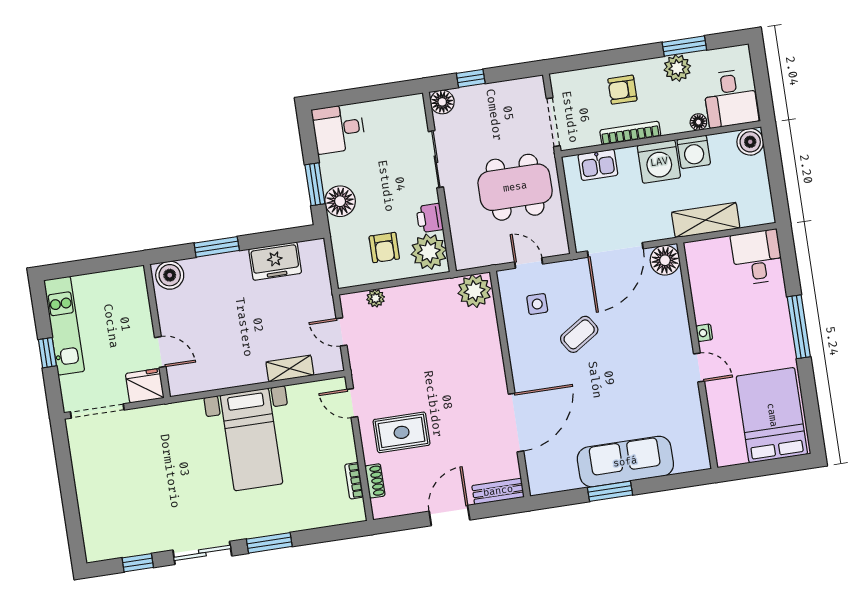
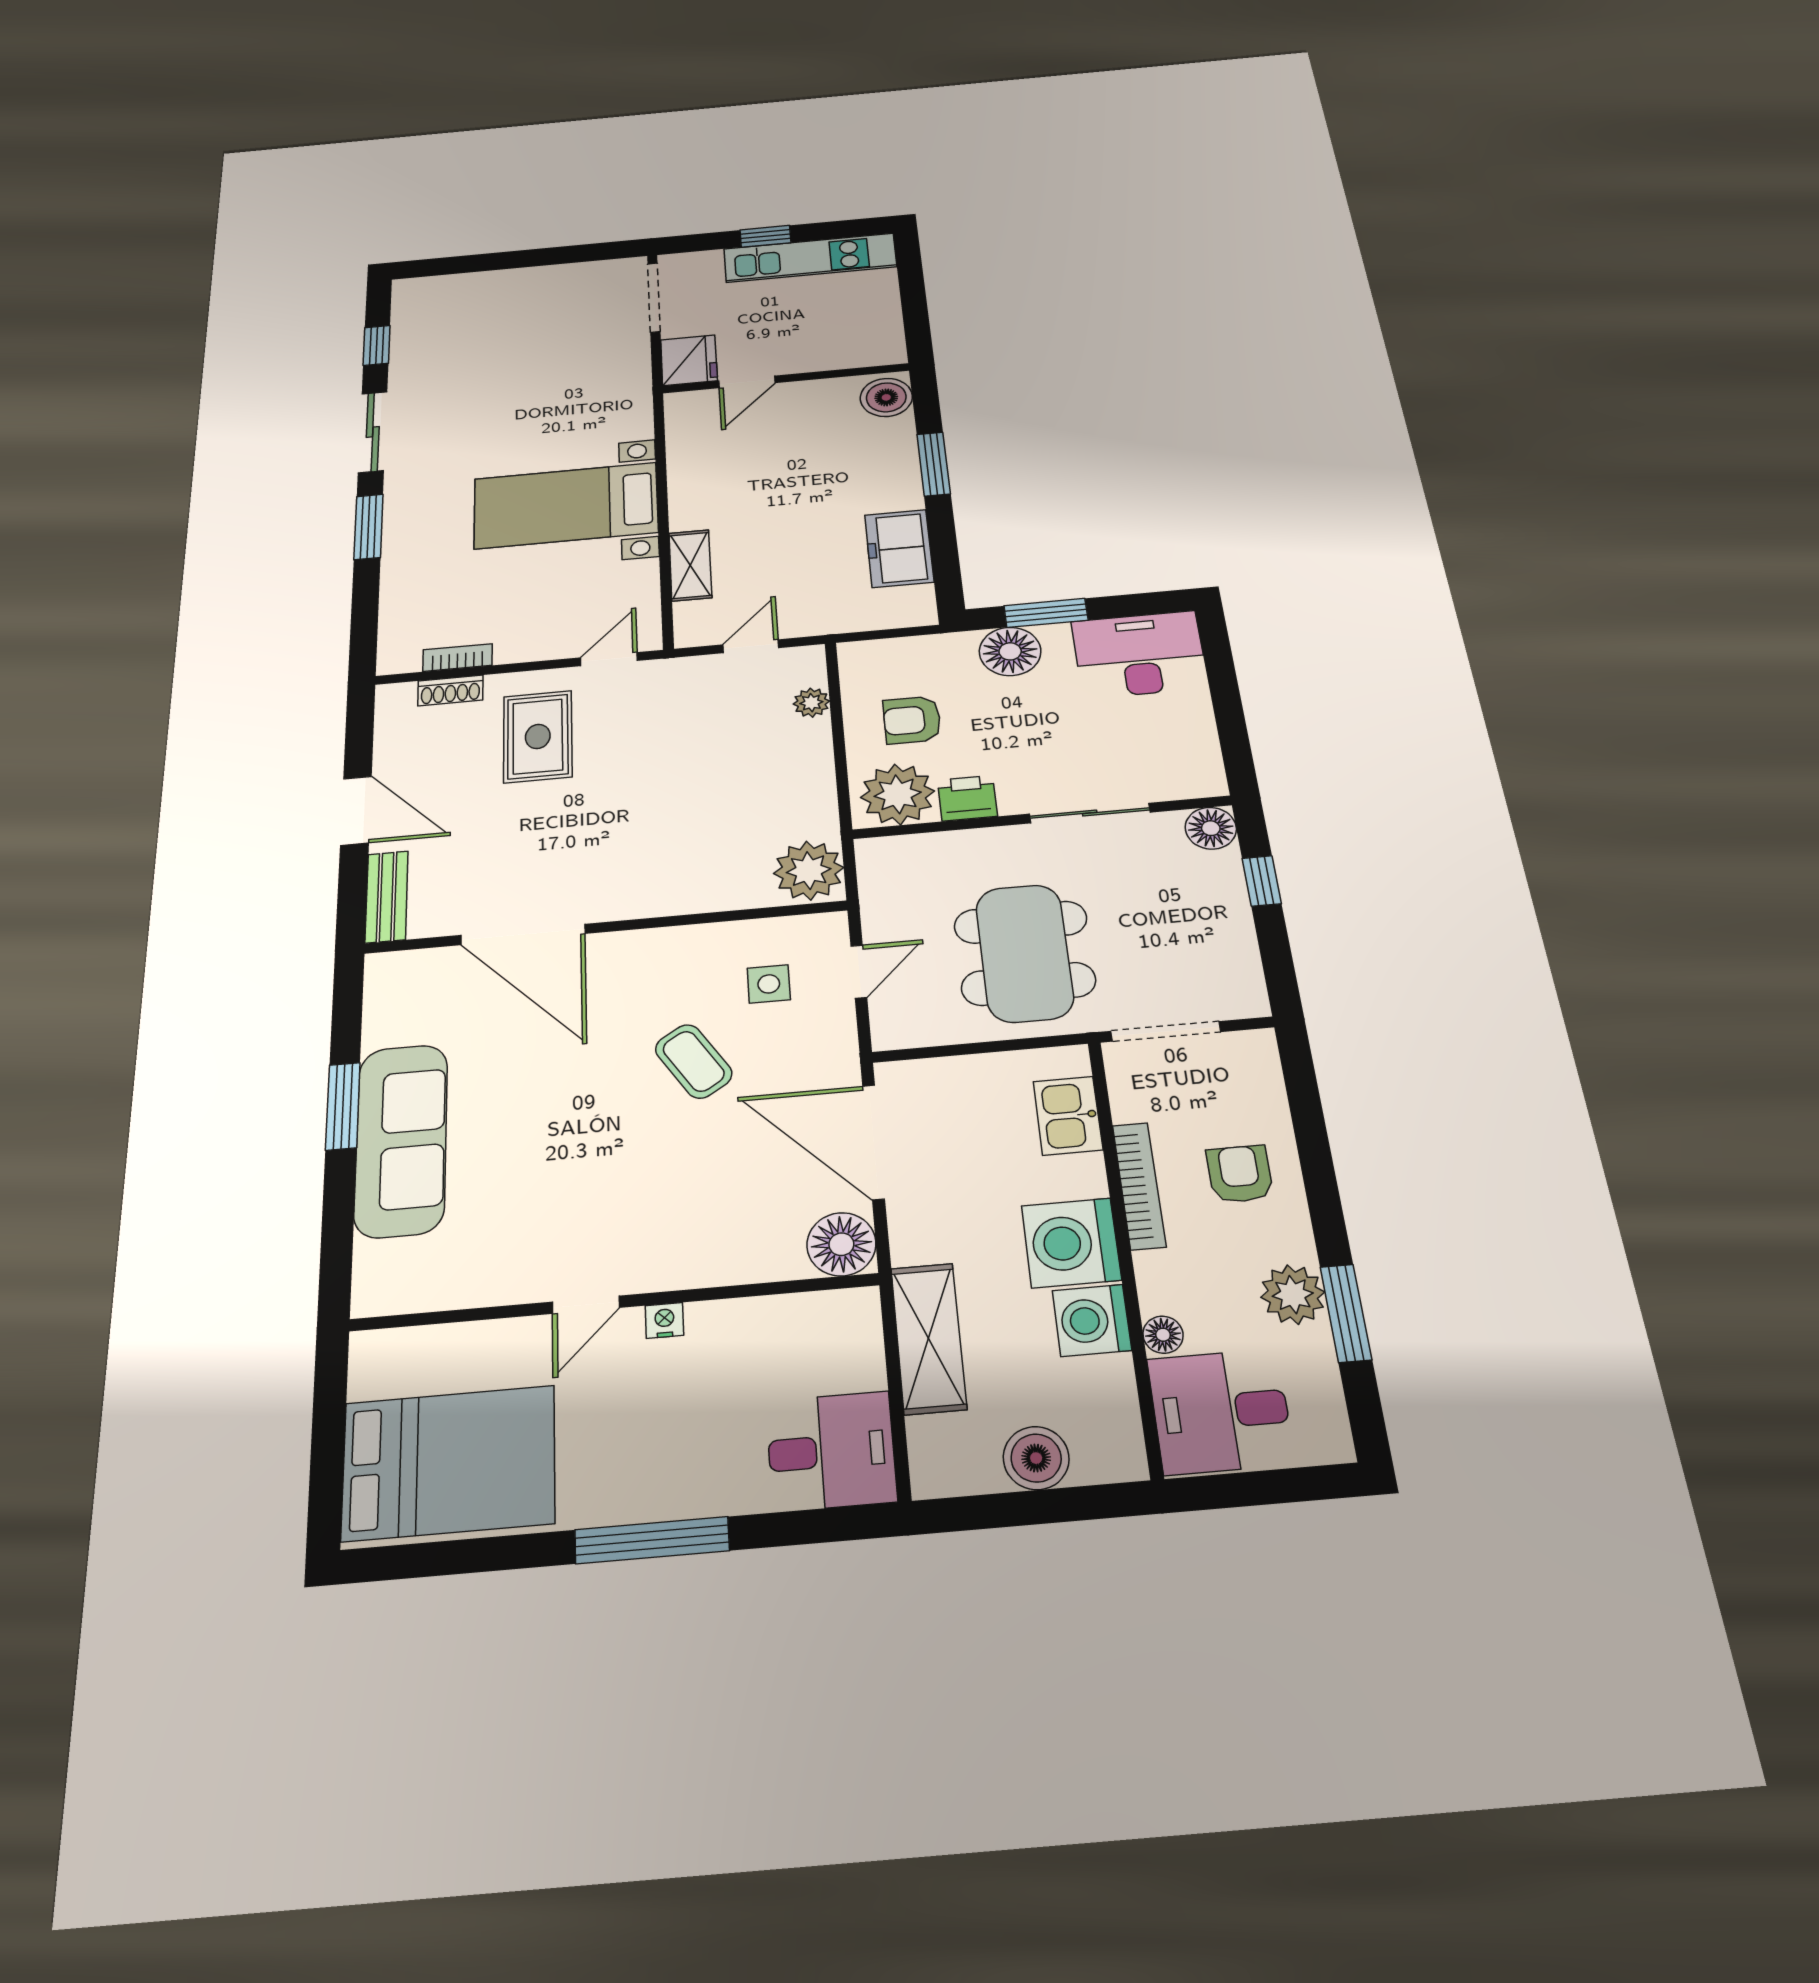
desk: (338, 129) -> (1140, 654), width x1.37
boiler: (750, 142) -> (1036, 1458), moved

